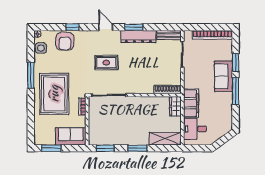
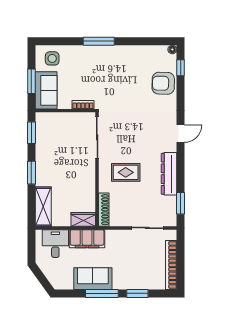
window: (73, 27) -> (181, 68), moved
window: (134, 27) -> (181, 203), moved
bench: (169, 35) -> (171, 211), removed
side table: (41, 48) -> (52, 58), moved
rug: (106, 63) -> (126, 172), moved, turned 90
window: (31, 75) -> (99, 41), moved
sofa: (224, 76) -> (93, 279), moved
rug: (54, 94) -> (98, 70), removed
window: (51, 148) -> (31, 81), moved

